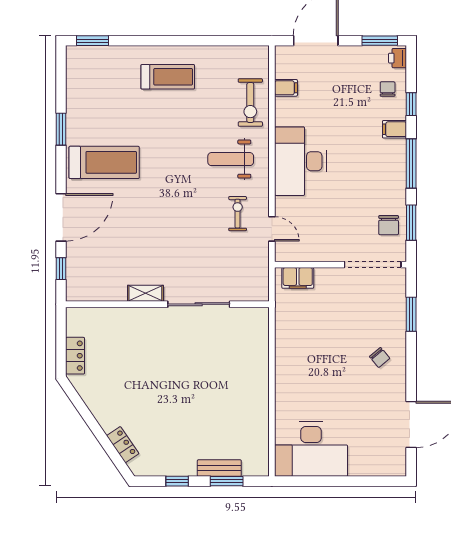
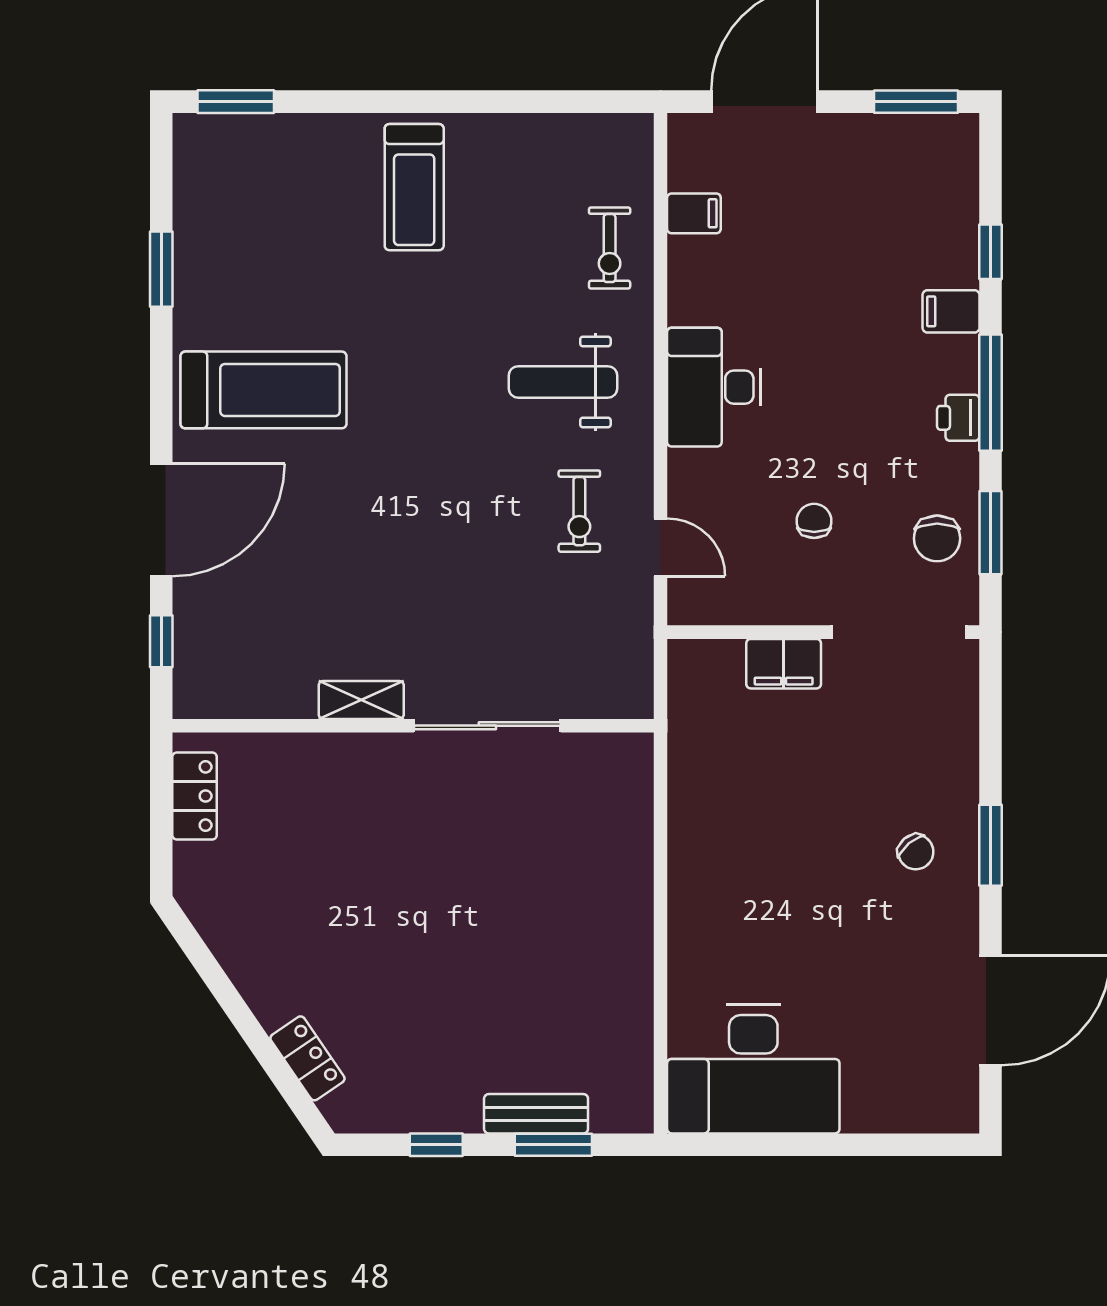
printer: (398, 58) -> (958, 418), moved
treadmill: (168, 77) -> (414, 187), turned 90
chair: (388, 89) -> (814, 521), moved
exercise bike: (250, 103) -> (610, 248), width x0.73, depth x0.72
window: (61, 129) -> (161, 269), moved
desk: (300, 161) -> (714, 387), width x0.73, depth x0.77
exercise bike: (238, 214) -> (579, 511), turned 180
filing cabinet: (298, 278) -> (784, 664), moved
window: (411, 314) -> (990, 845), moved
locker: (75, 356) -> (195, 796), moved

